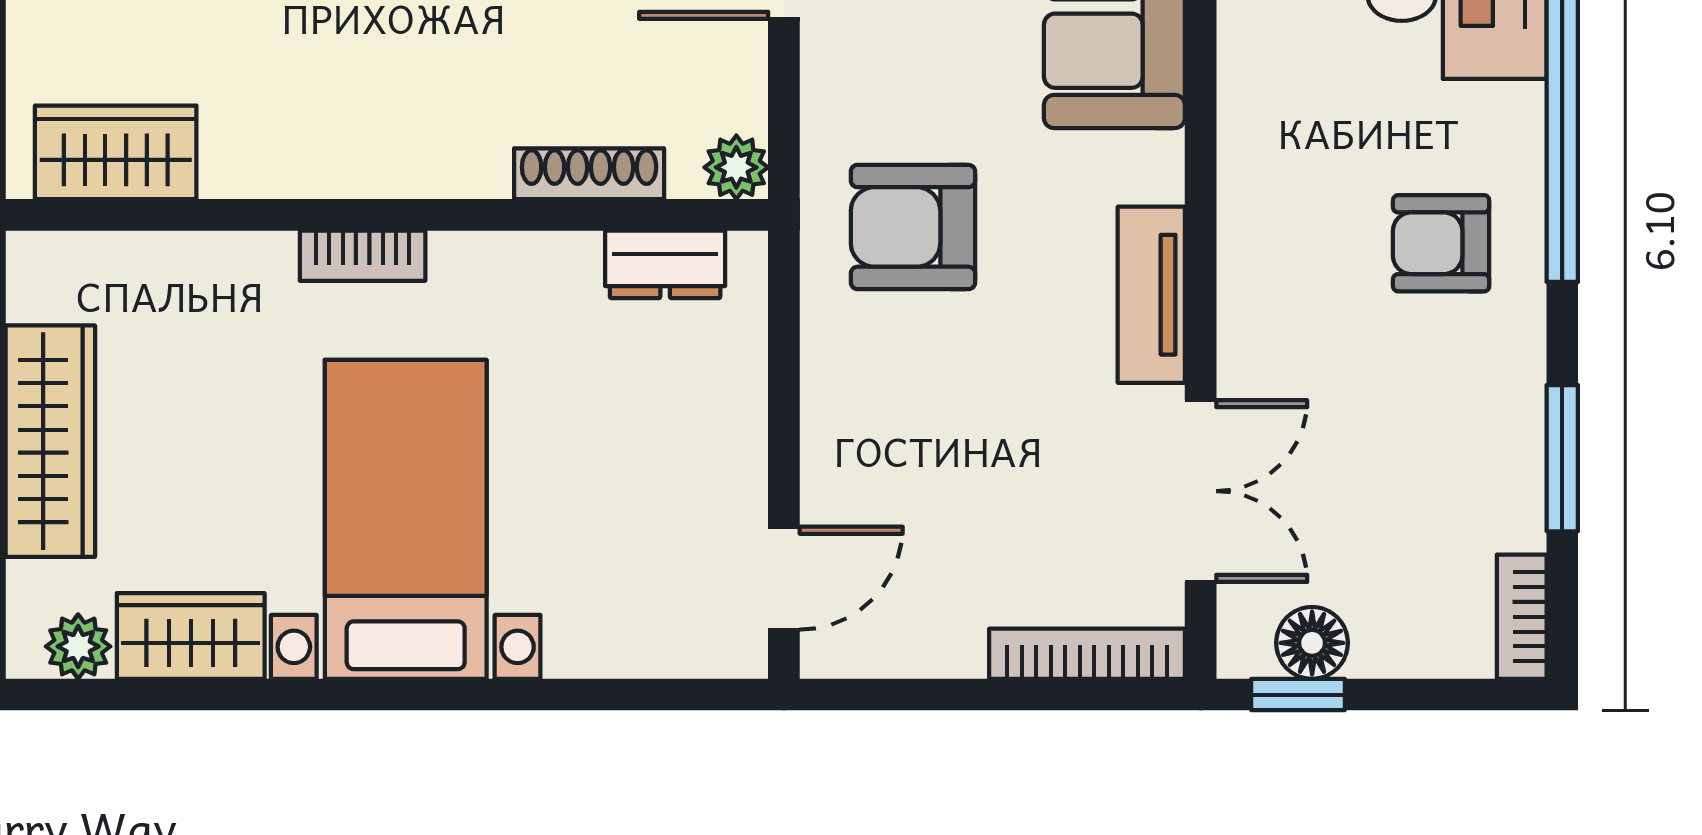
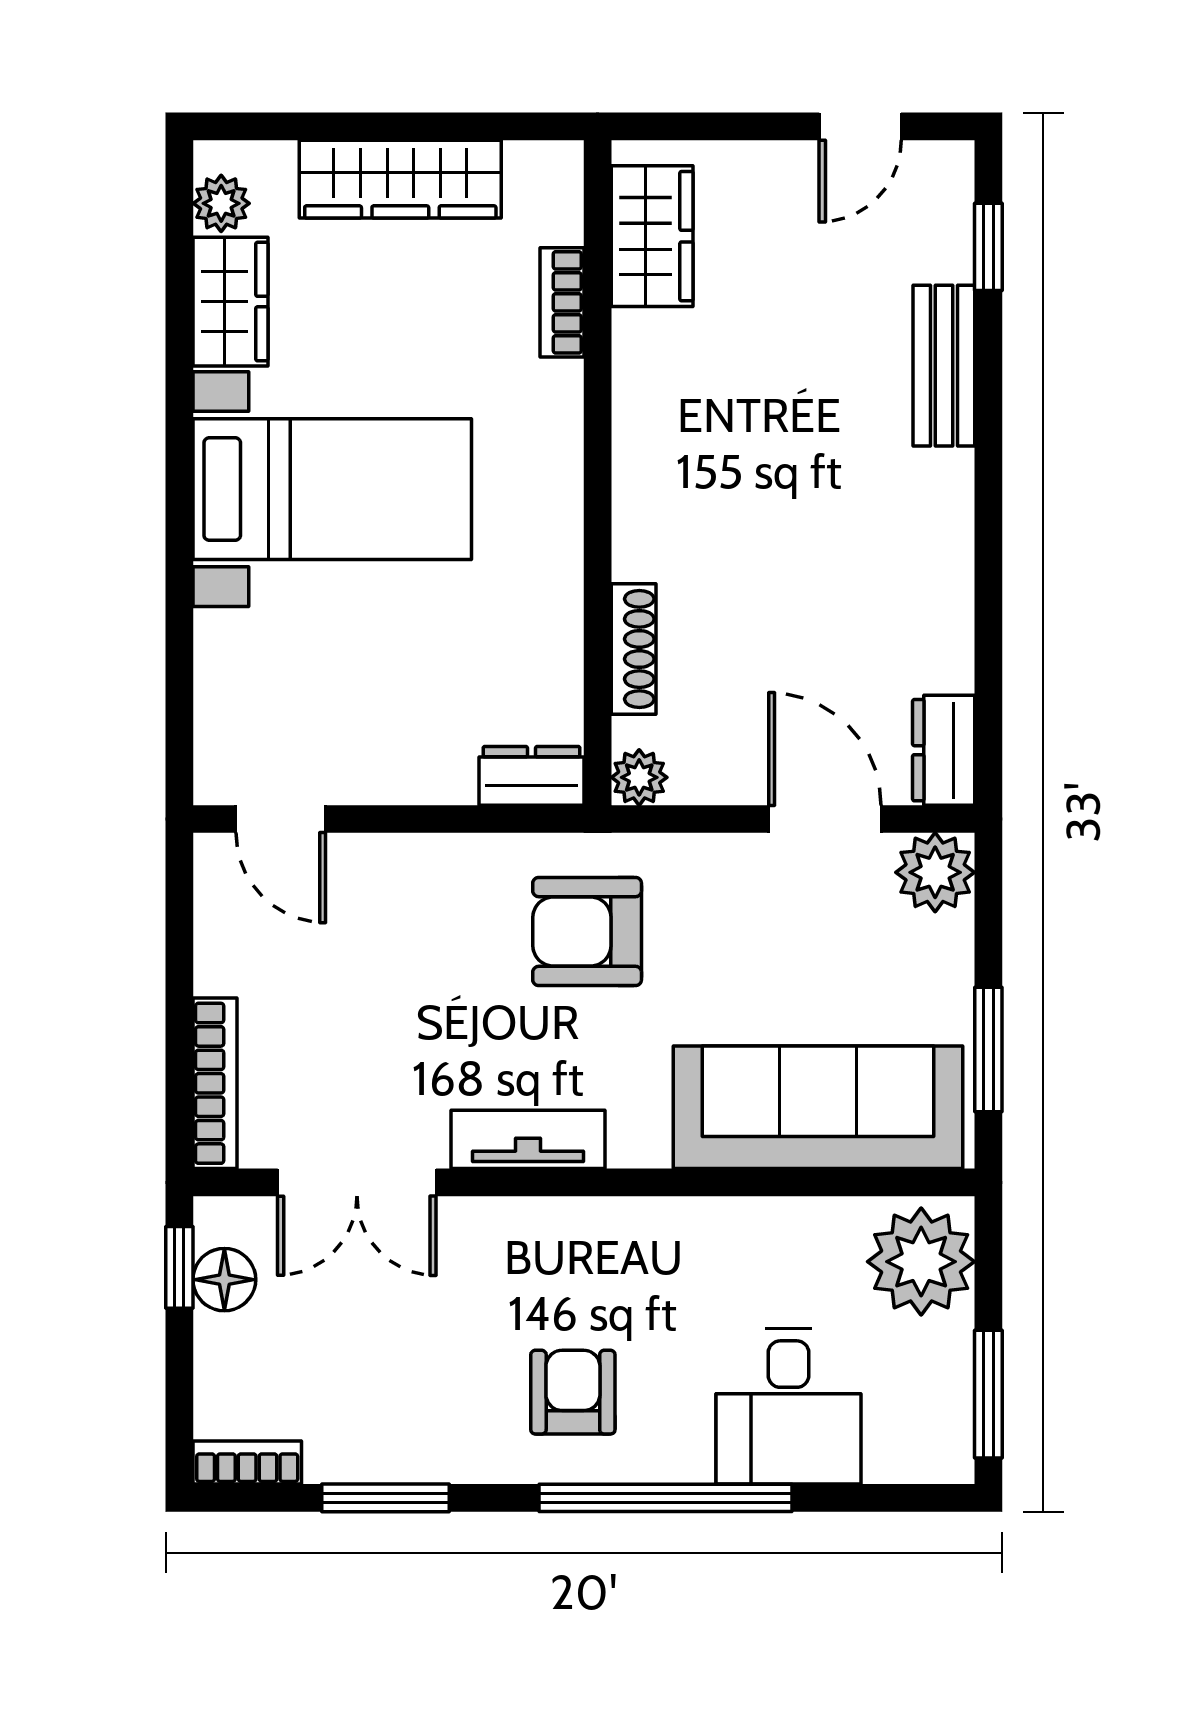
armchair: (913, 227) -> (587, 932), turned -90
bookcase: (363, 256) -> (562, 302), moved
dresser: (665, 264) -> (532, 776), moved, turned 90

